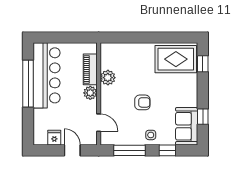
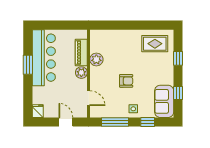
rug: (176, 59) -> (155, 44), width x0.73, depth x0.70
window: (203, 64) -> (178, 58), moved
window: (28, 84) -> (28, 65), width x0.47
fridge: (54, 138) -> (38, 111), moved

